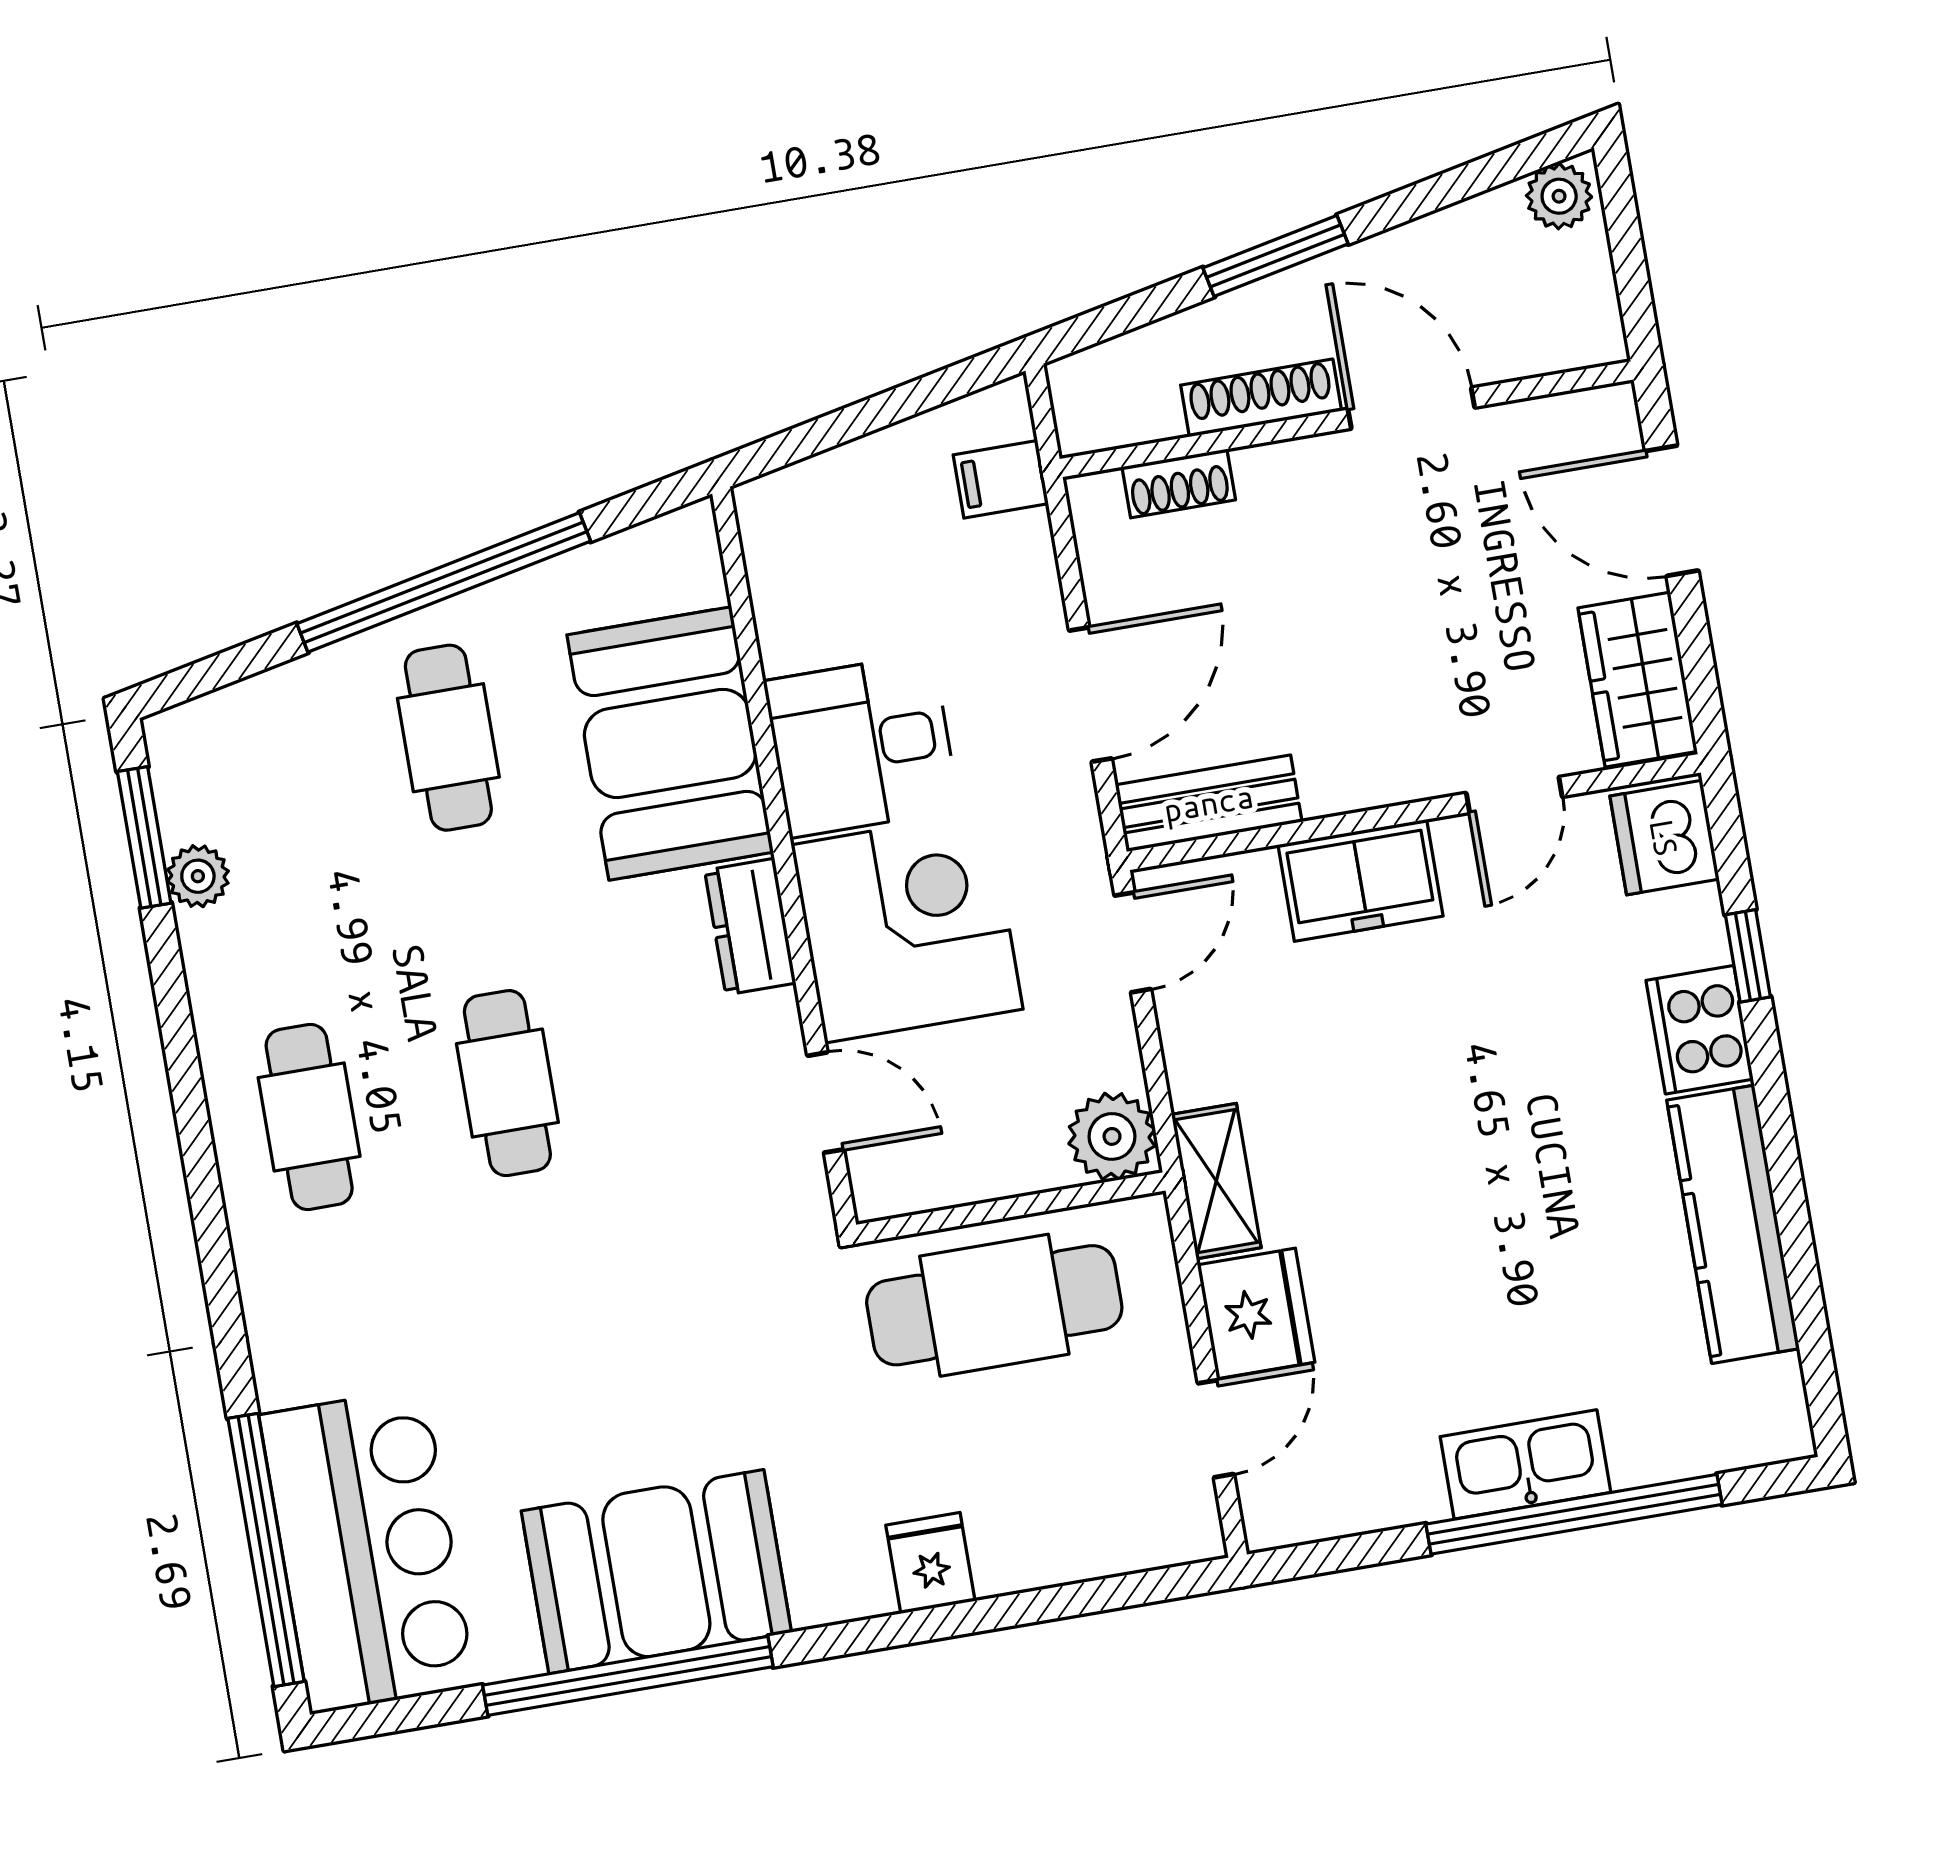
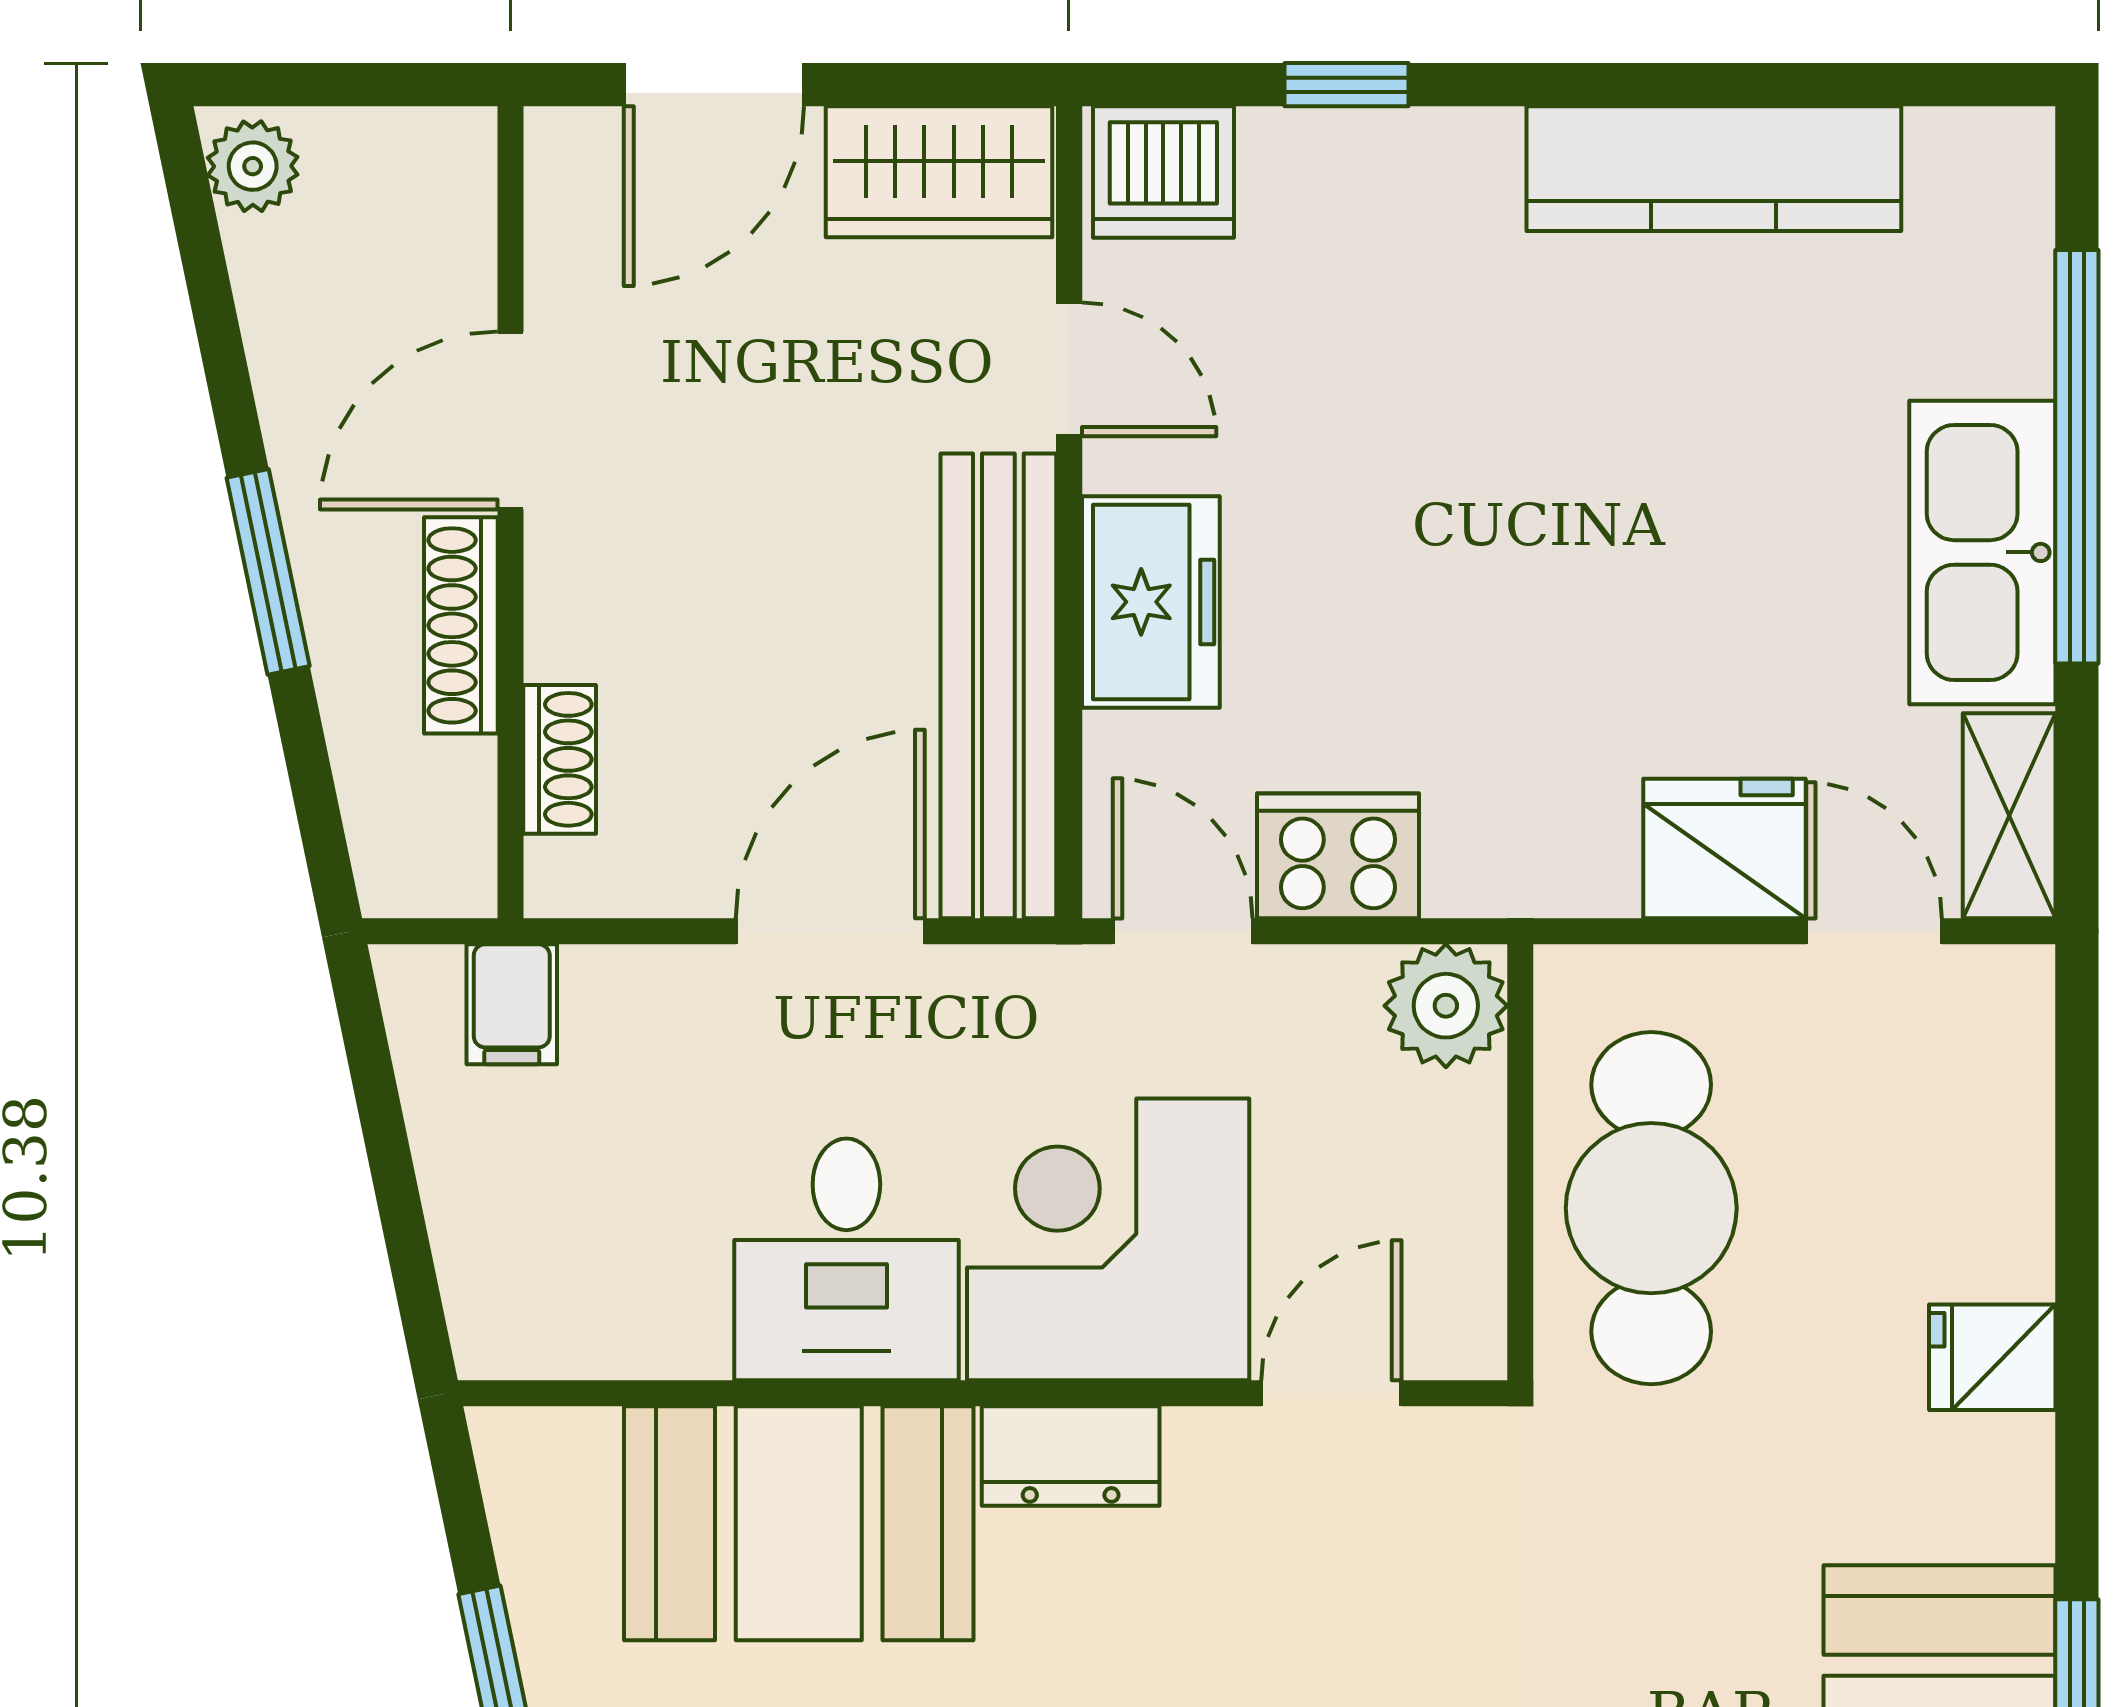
door: (1090, 695) -> (830, 931), hinge flipped
bench: (1209, 803) -> (998, 686), width x1.86, depth x1.21
cooker: (1700, 1030) -> (1338, 856), moved, turned 180
shelving: (1216, 1181) -> (2009, 816), moved, turned 90
kitchen sink: (1526, 1464) -> (1982, 552), width x1.36, depth x1.24

